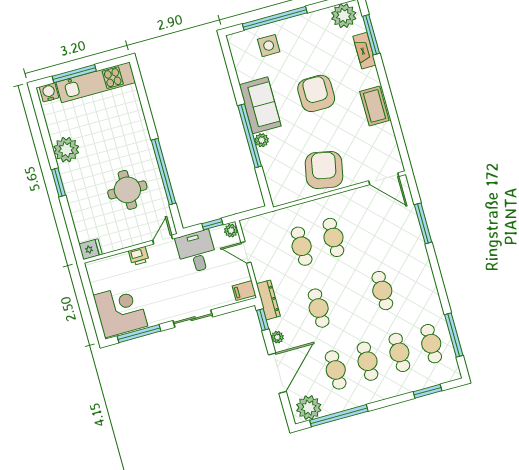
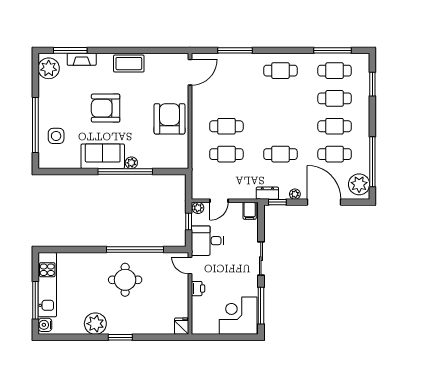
armchair: (324, 170) -> (169, 119), turned 79
round table: (127, 190) -> (125, 280), moved
cafe table: (382, 291) -> (280, 71), moved
dresser: (268, 300) -> (267, 193), width x0.70

